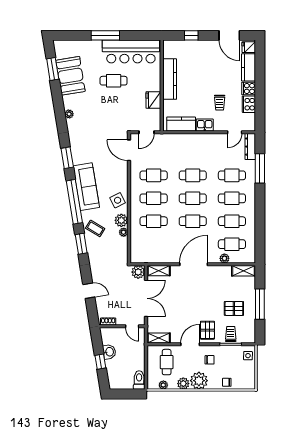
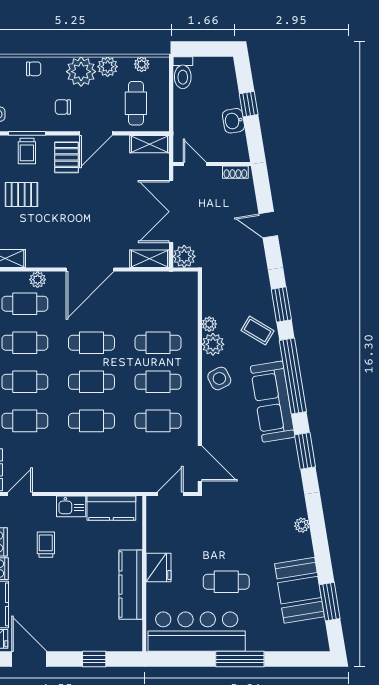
fridge: (153, 100) -> (158, 567), moved

